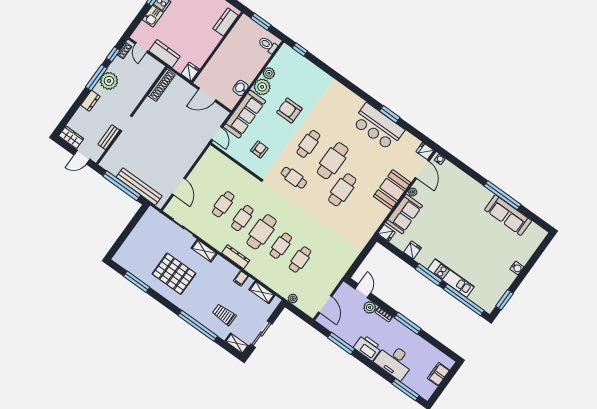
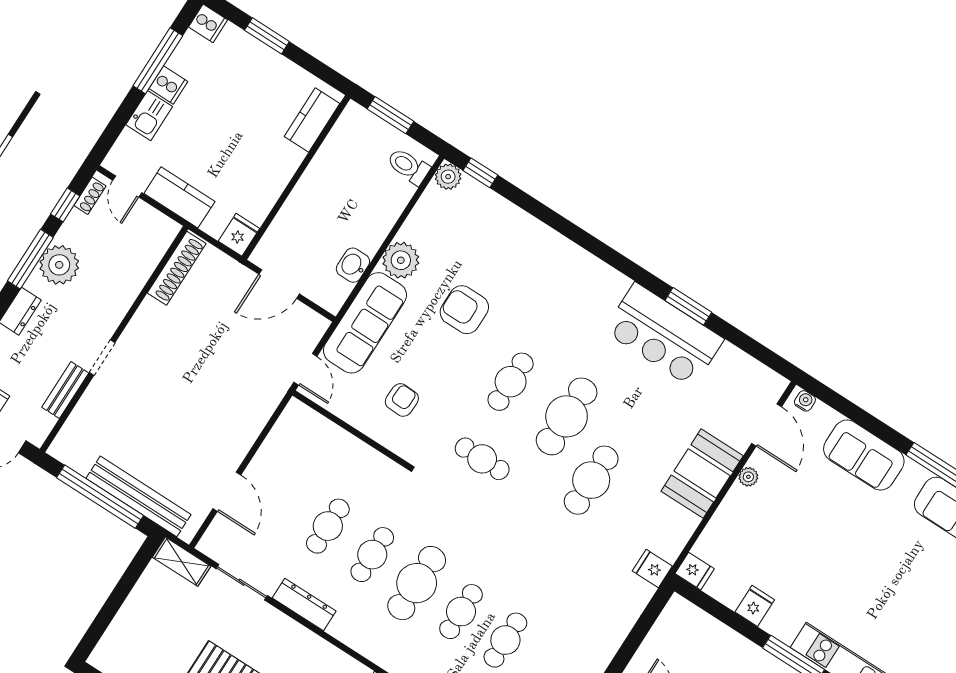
plant: (269, 73) -> (448, 177), moved
fridge: (425, 151) -> (652, 569), moved
sofa: (404, 214) -> (864, 455), moved, turned 90
shelving: (204, 251) -> (182, 562), moved
dresser: (236, 257) -> (304, 605), moved

